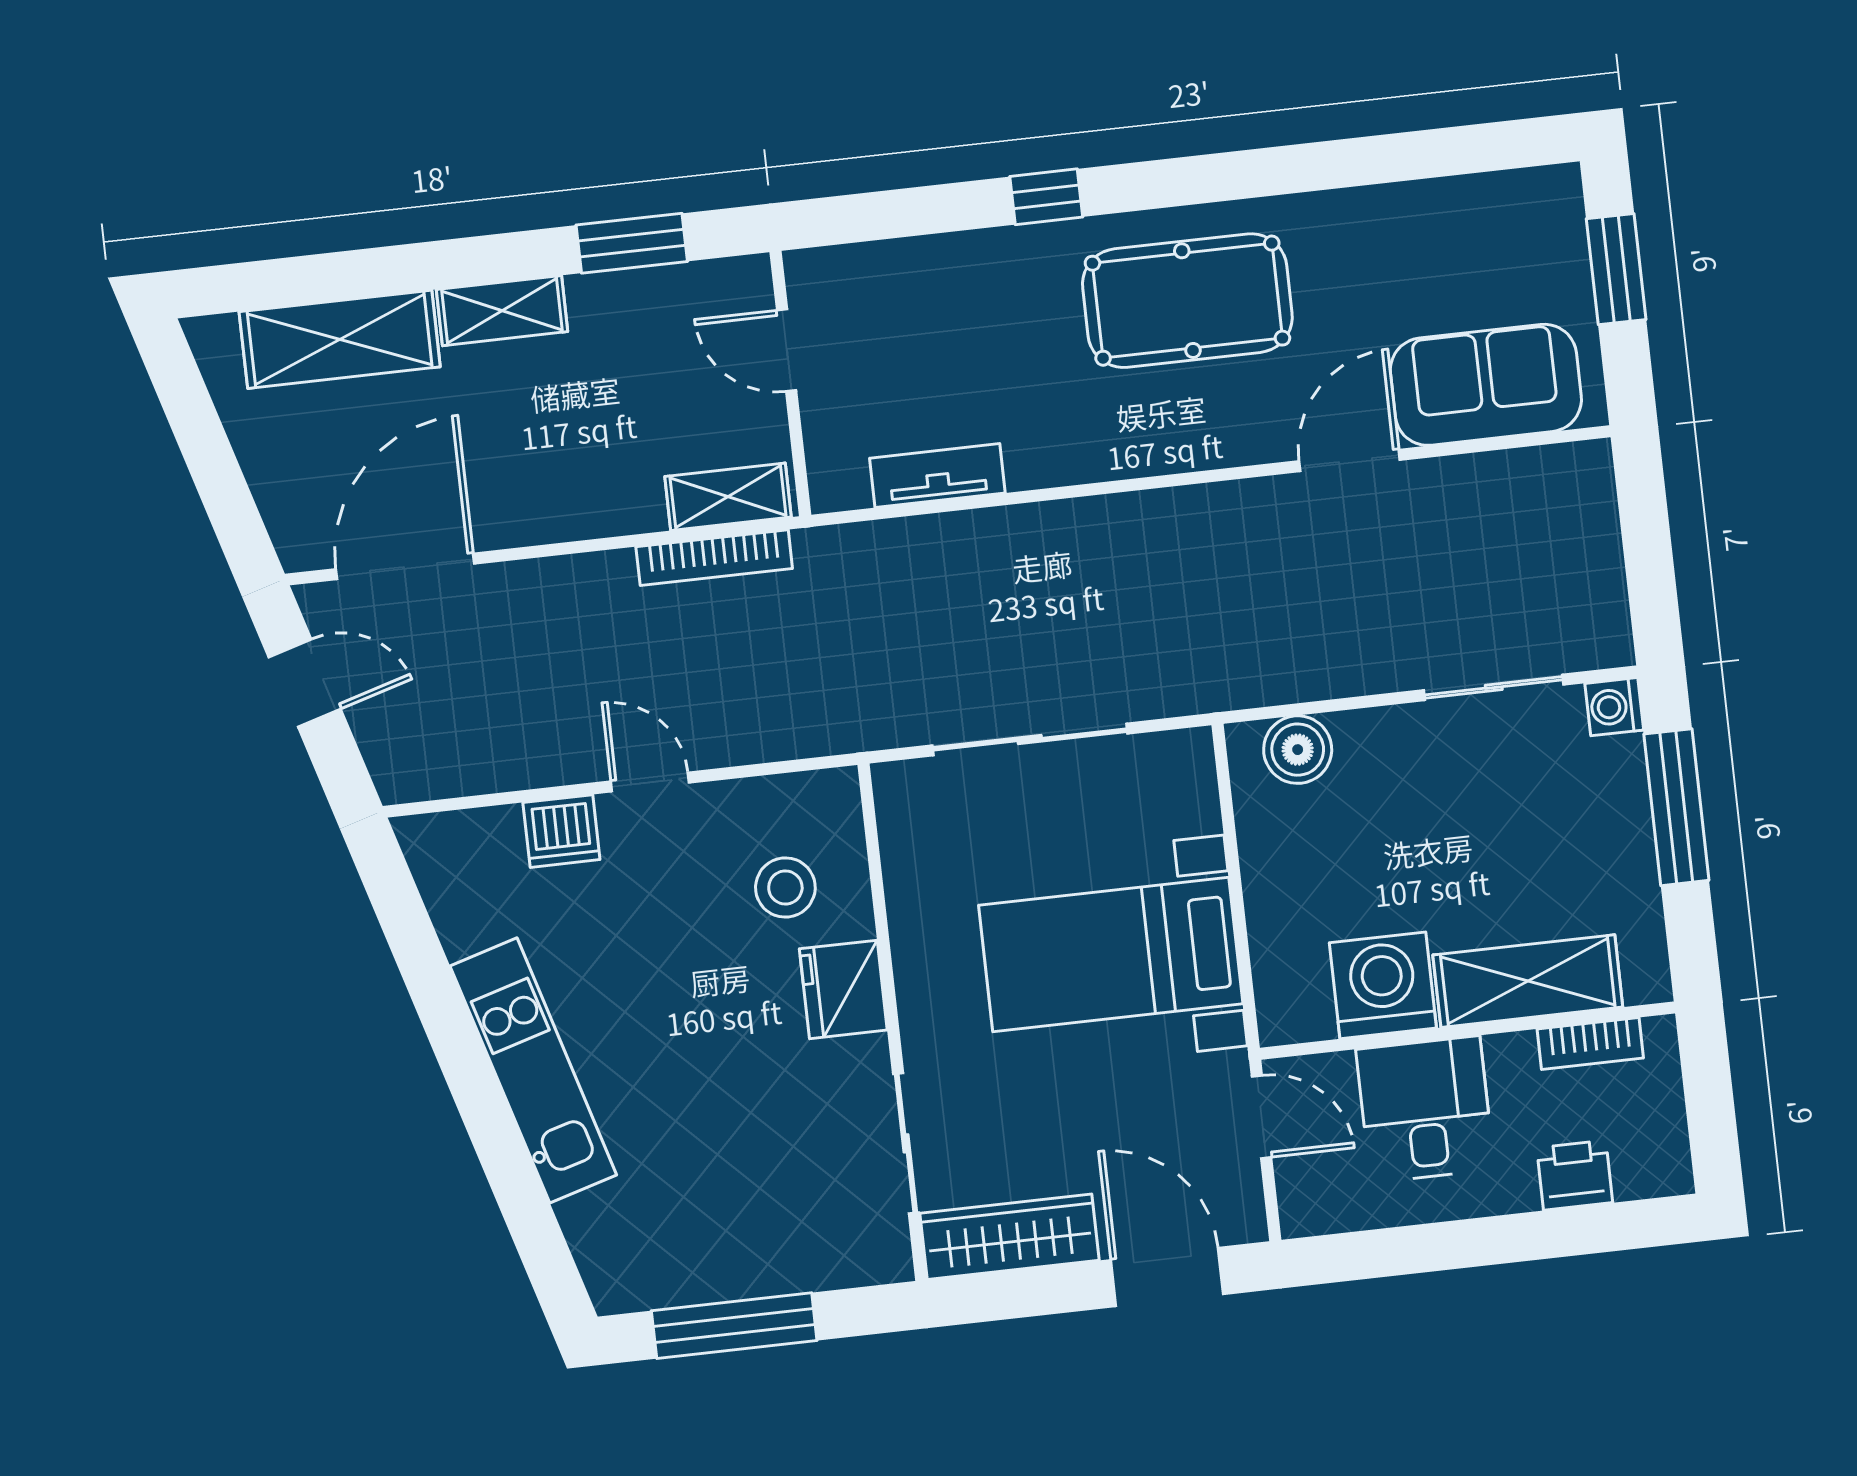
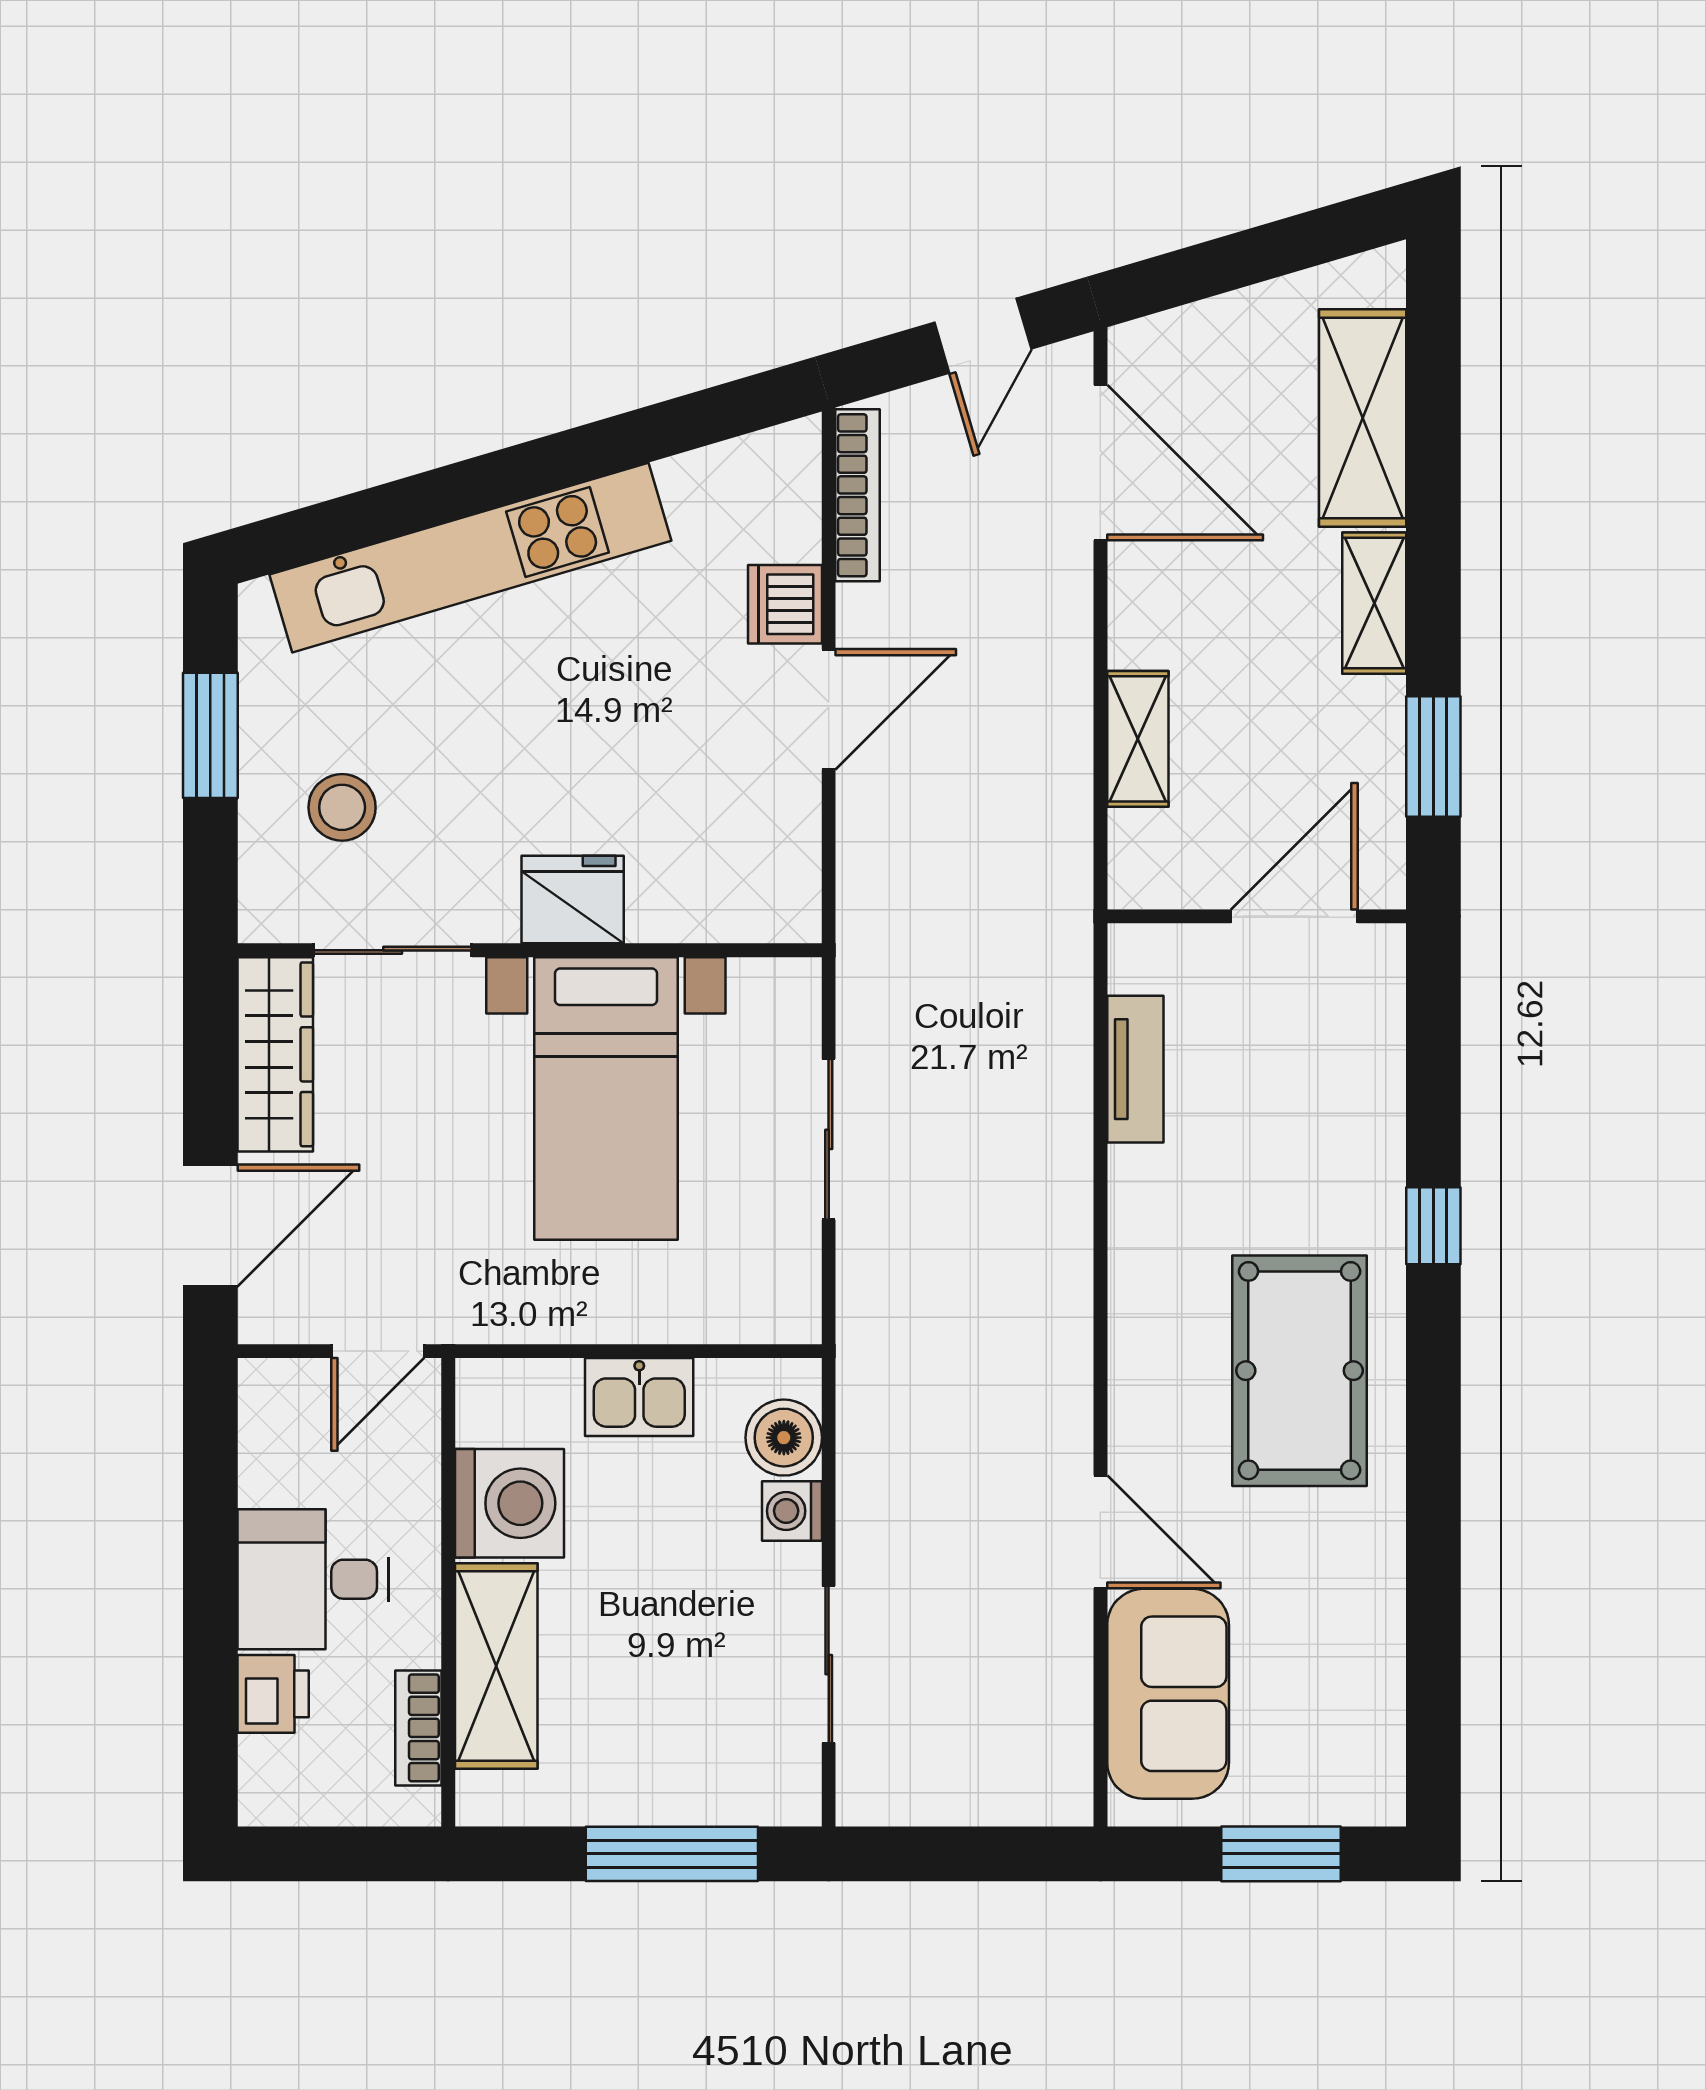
door: (787, 350) -> (1294, 916), width x1.38
shelving: (728, 497) -> (1138, 739), moved
bookcase: (714, 558) -> (858, 495), moved, turned 180
washing machine: (1614, 707) -> (792, 1511), moved, turned -90
sliding door: (1030, 739) -> (829, 1139), width x0.73
door: (650, 782) -> (829, 709), width x1.38
kitchen sink: (1276, 881) -> (639, 1397), added
stool: (785, 888) -> (342, 807), moved
bed with nightstands: (1111, 954) -> (606, 1098), moved, turned 180
kitchen unit: (533, 1070) -> (470, 558), width x1.36
desk: (1425, 1109) -> (313, 1579), moved, turned 180
window: (734, 1326) -> (210, 735), width x0.69

